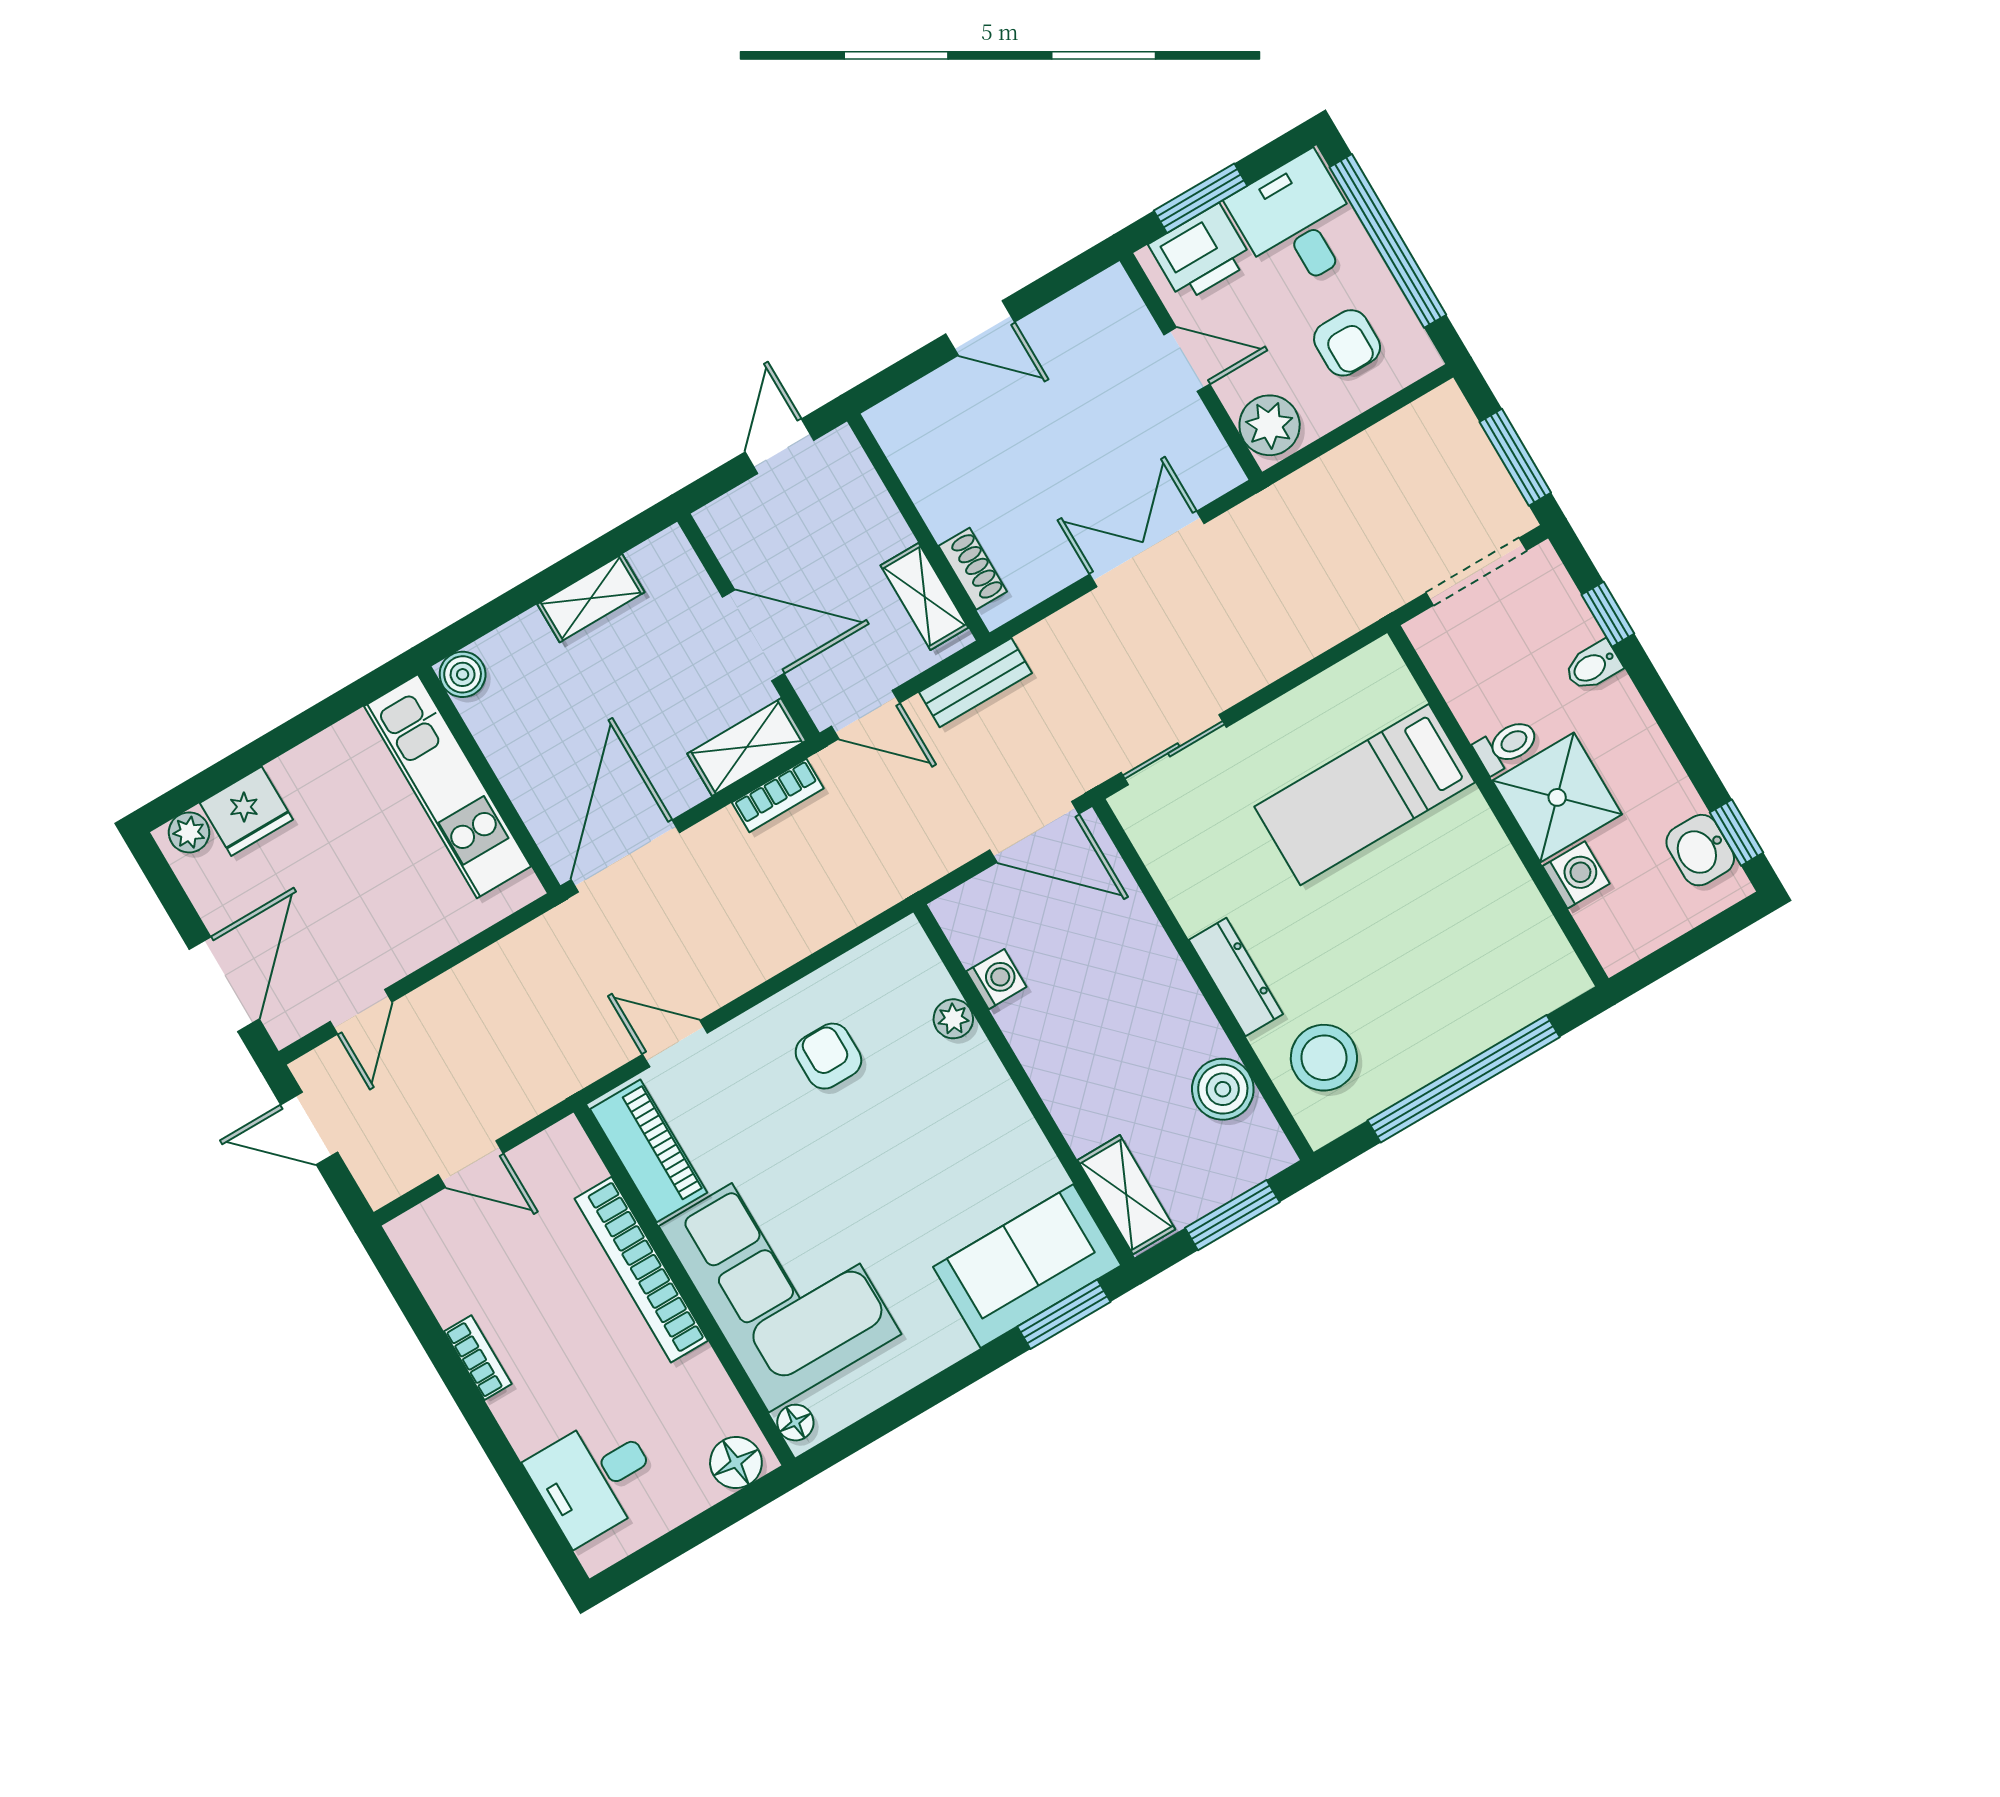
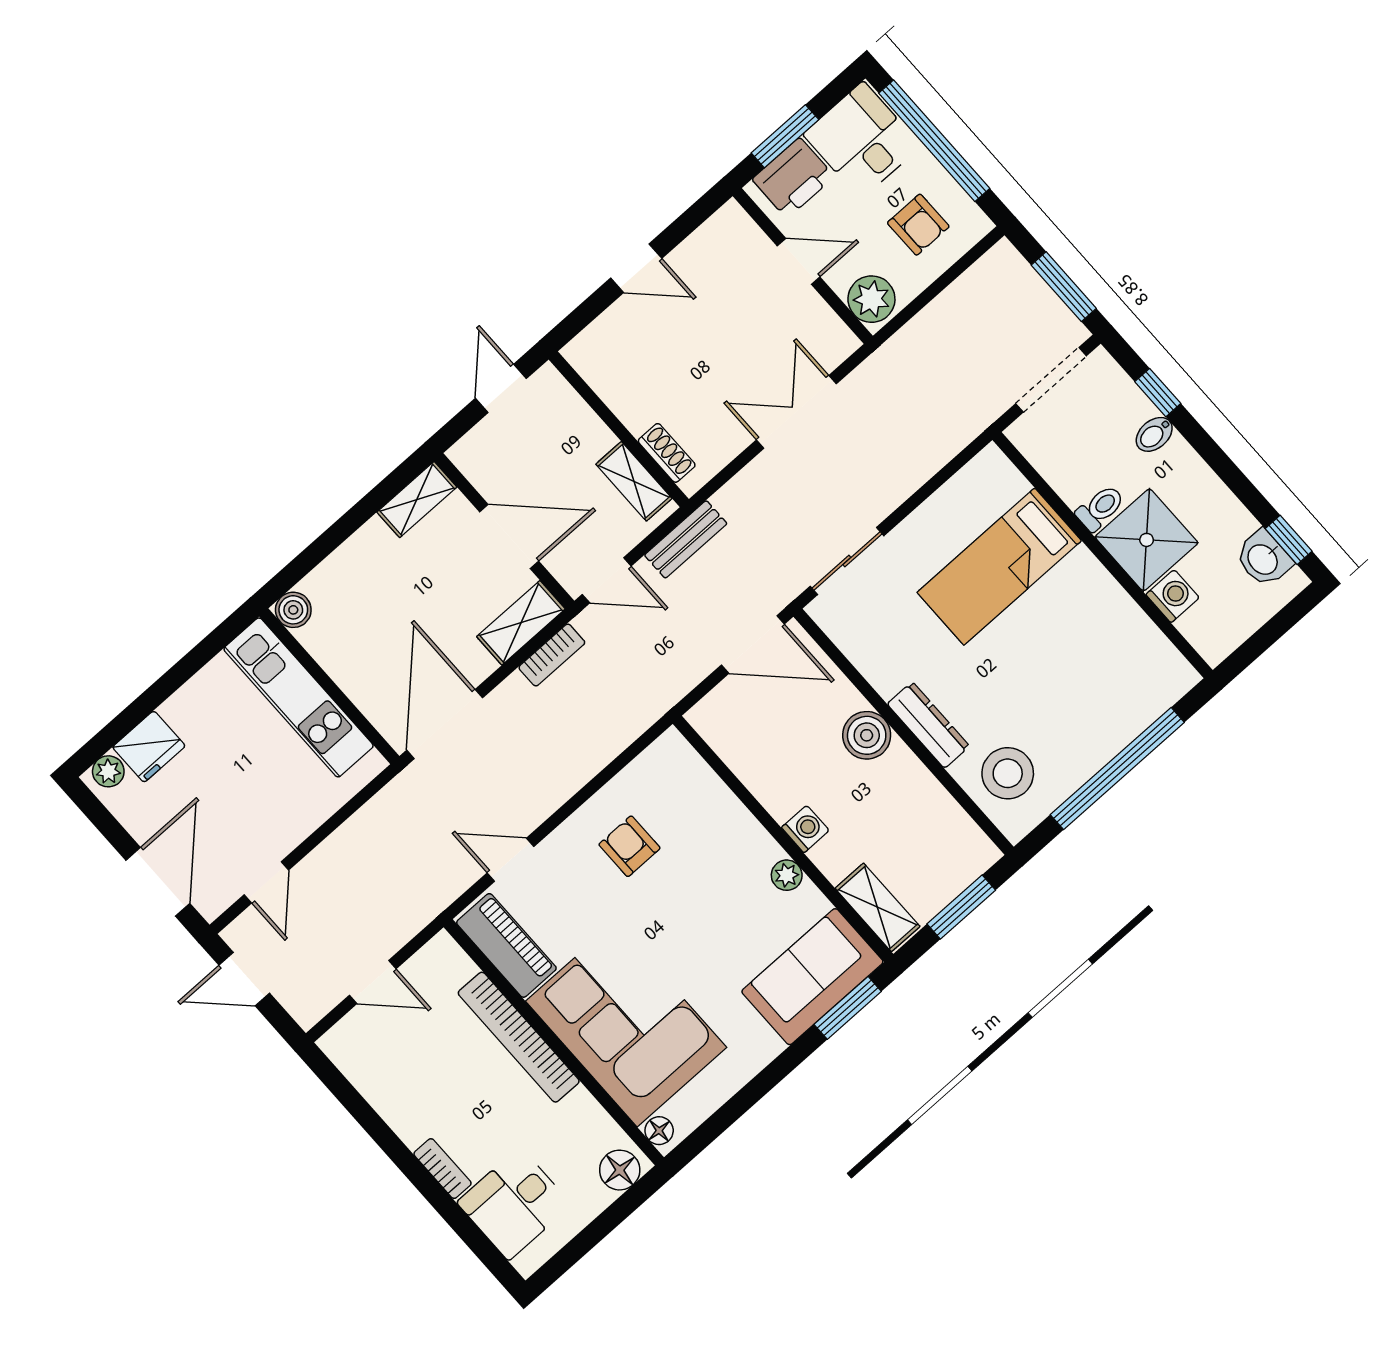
shelving: (591, 598) -> (417, 500), moved
washing machine: (996, 979) -> (805, 829), moved
plant: (953, 1019) -> (787, 875), moved
boiler: (1223, 1089) -> (867, 735), moved
bookcase: (478, 1358) -> (443, 1169), moved

